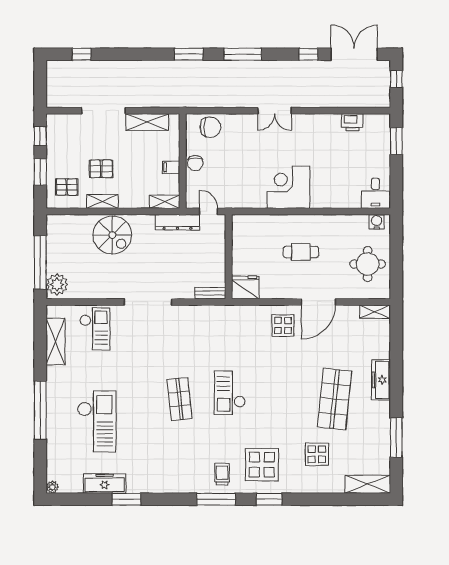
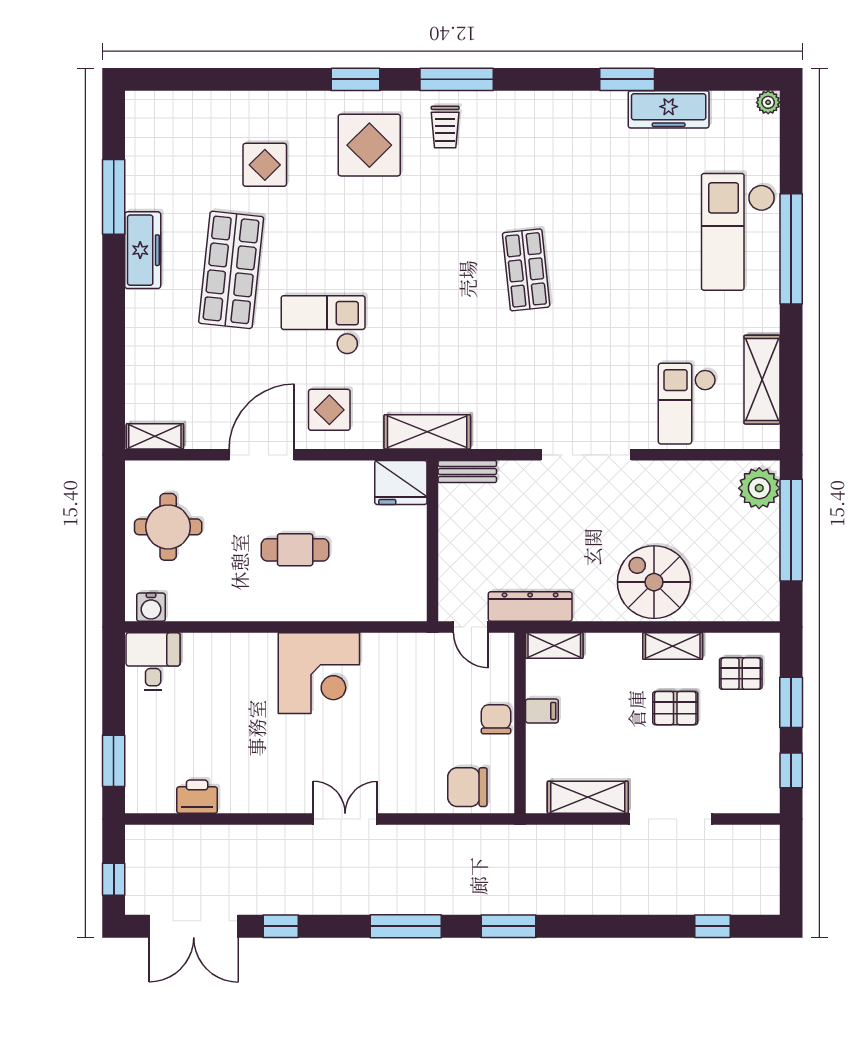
freezer: (381, 380) -> (143, 250), moved
checkout: (230, 393) -> (323, 325), moved, turned -90
checkout: (97, 421) -> (738, 232), moved
shelving: (368, 484) -> (427, 432), moved

